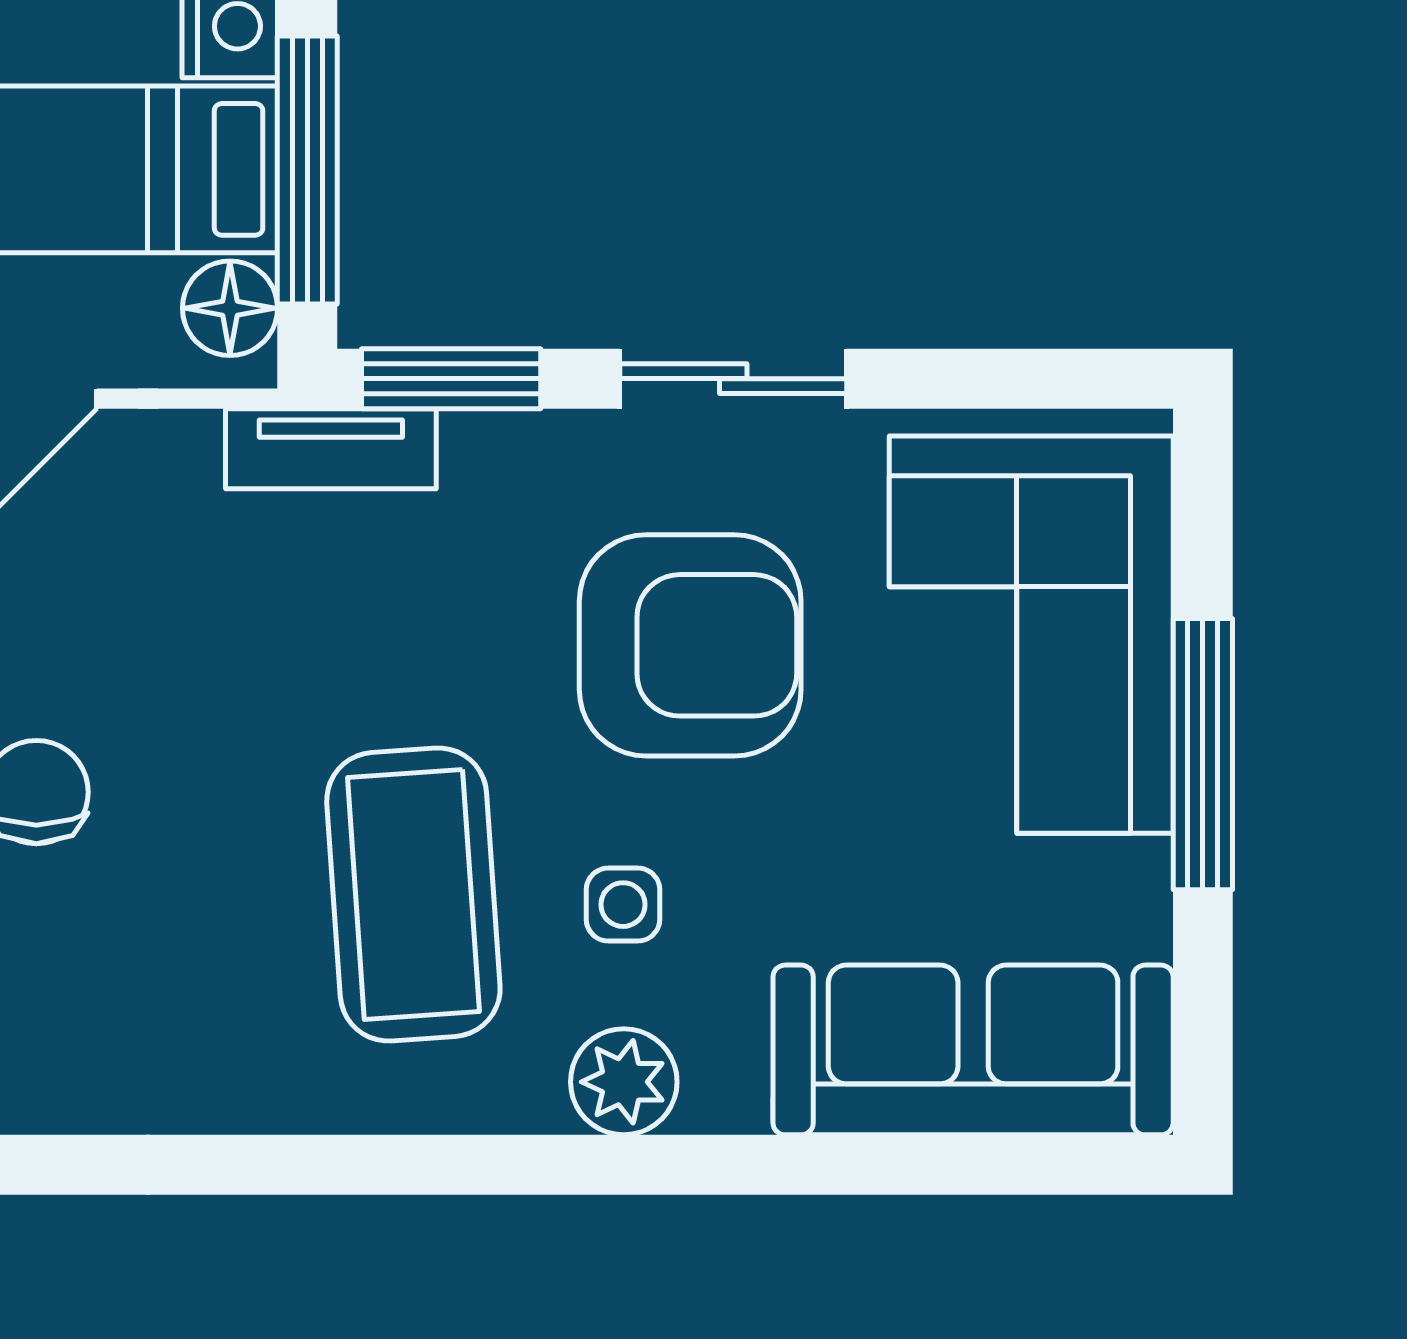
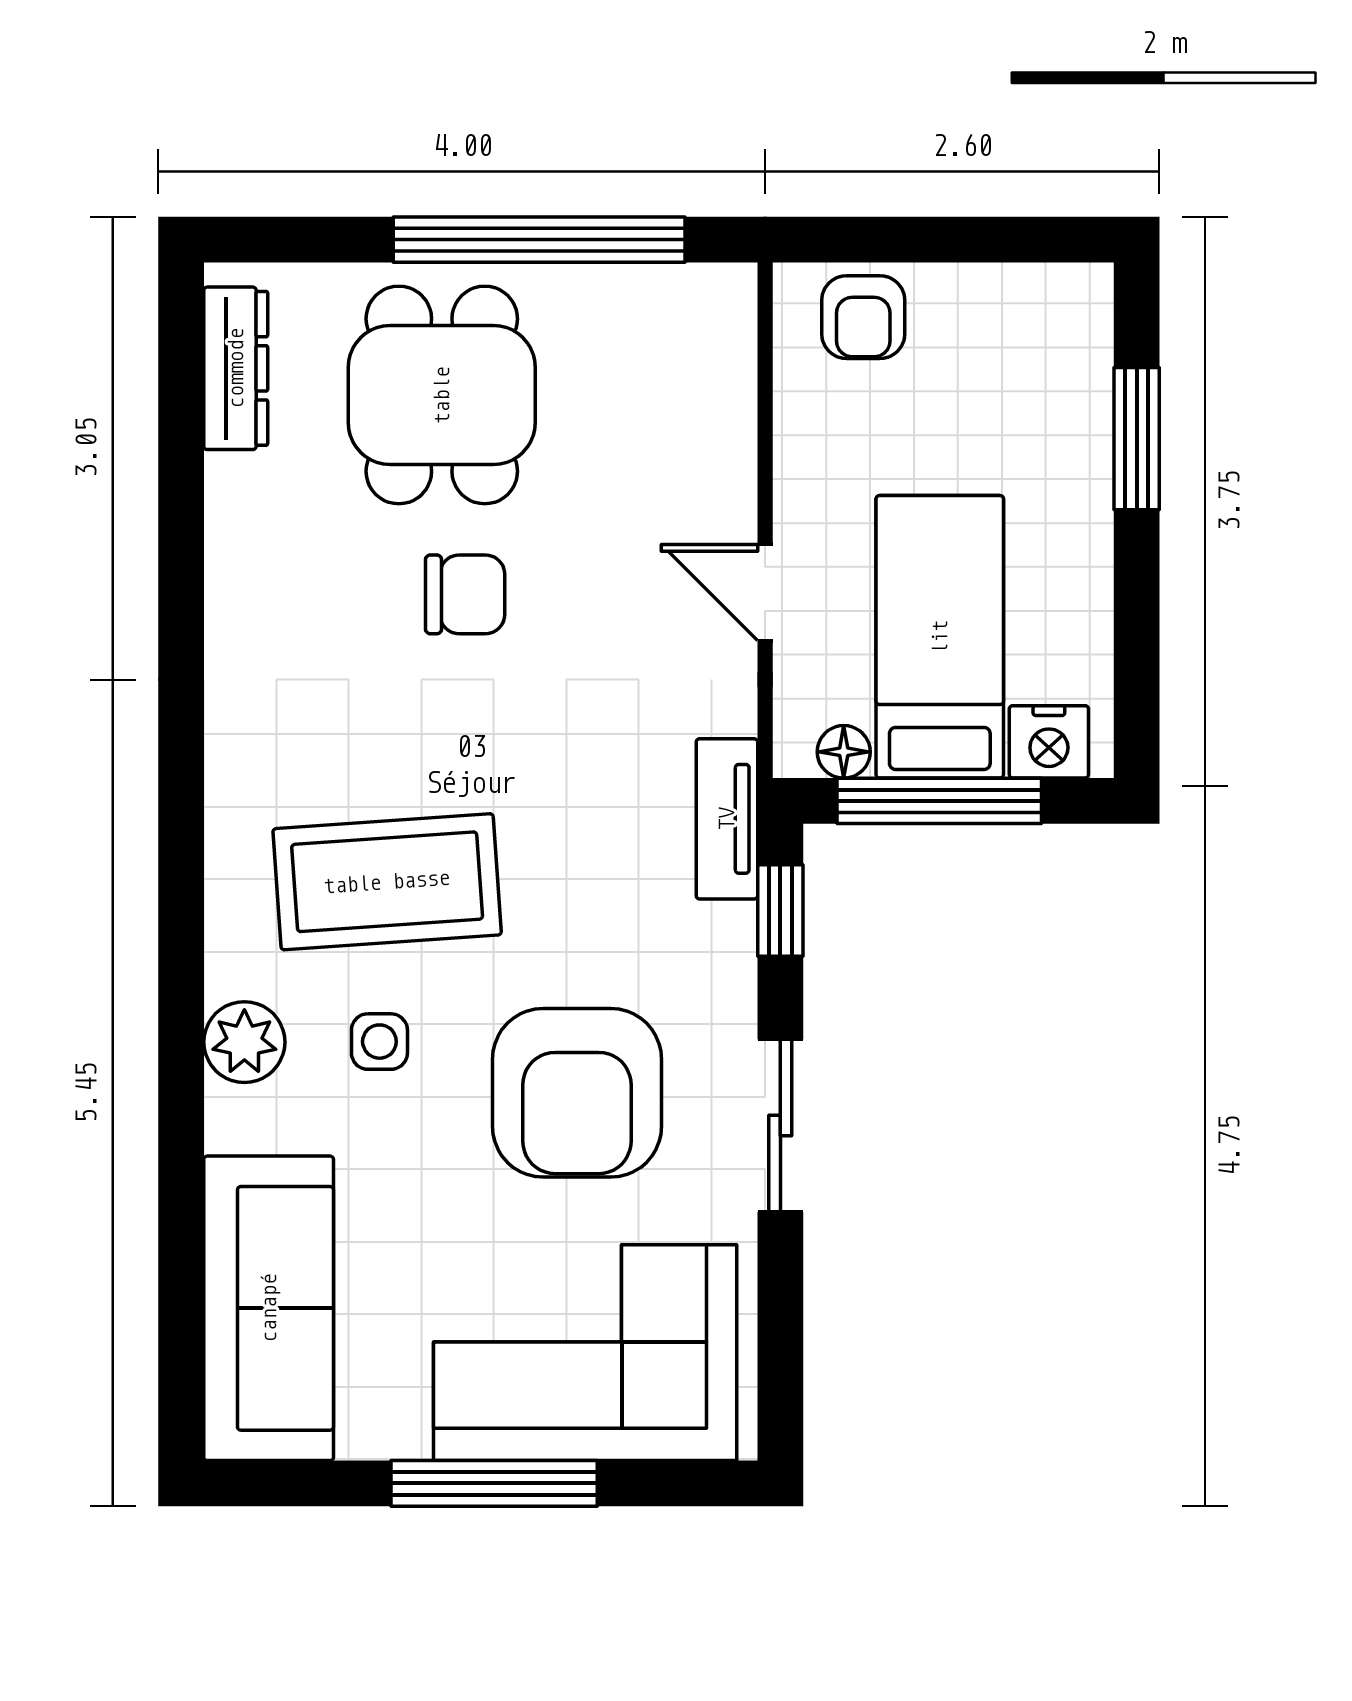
floor lamp: (230, 308) -> (844, 752), width x0.73, depth x0.73
window: (451, 379) -> (780, 911), width x0.67

